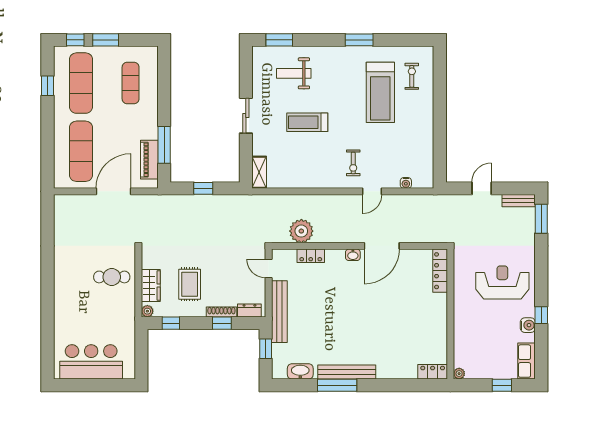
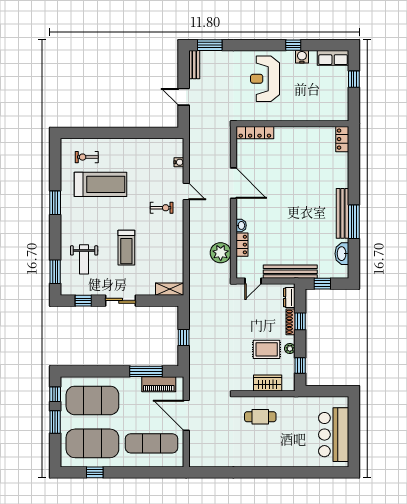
window: (75, 40) -> (55, 394), moved
window: (246, 72) -> (83, 301), added
exercise mat: (81, 83) -> (92, 443), width x1.47
exercise mat: (131, 83) -> (92, 400), width x2.00, depth x1.45
washbasin: (353, 255) -> (241, 225), moved
cafe table: (112, 277) -> (260, 417), turned 90
plant: (147, 311) -> (290, 348), moved
plant: (459, 374) -> (344, 116), removed

